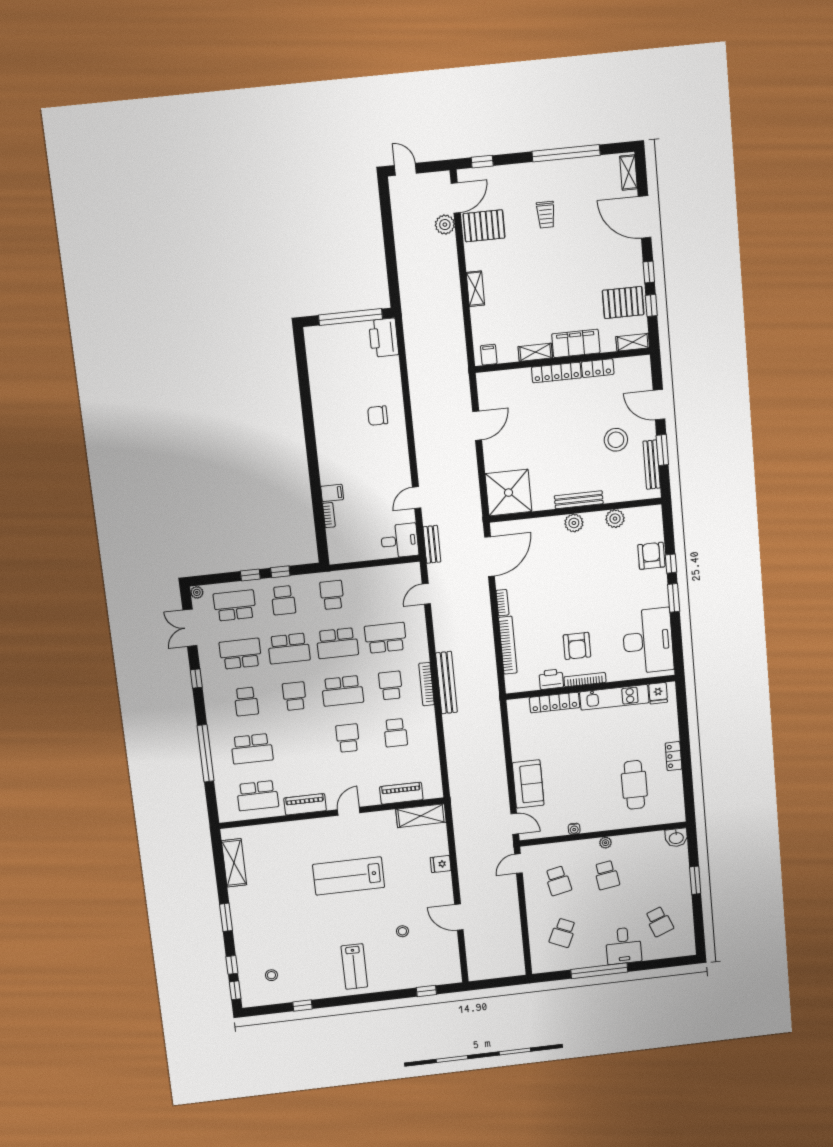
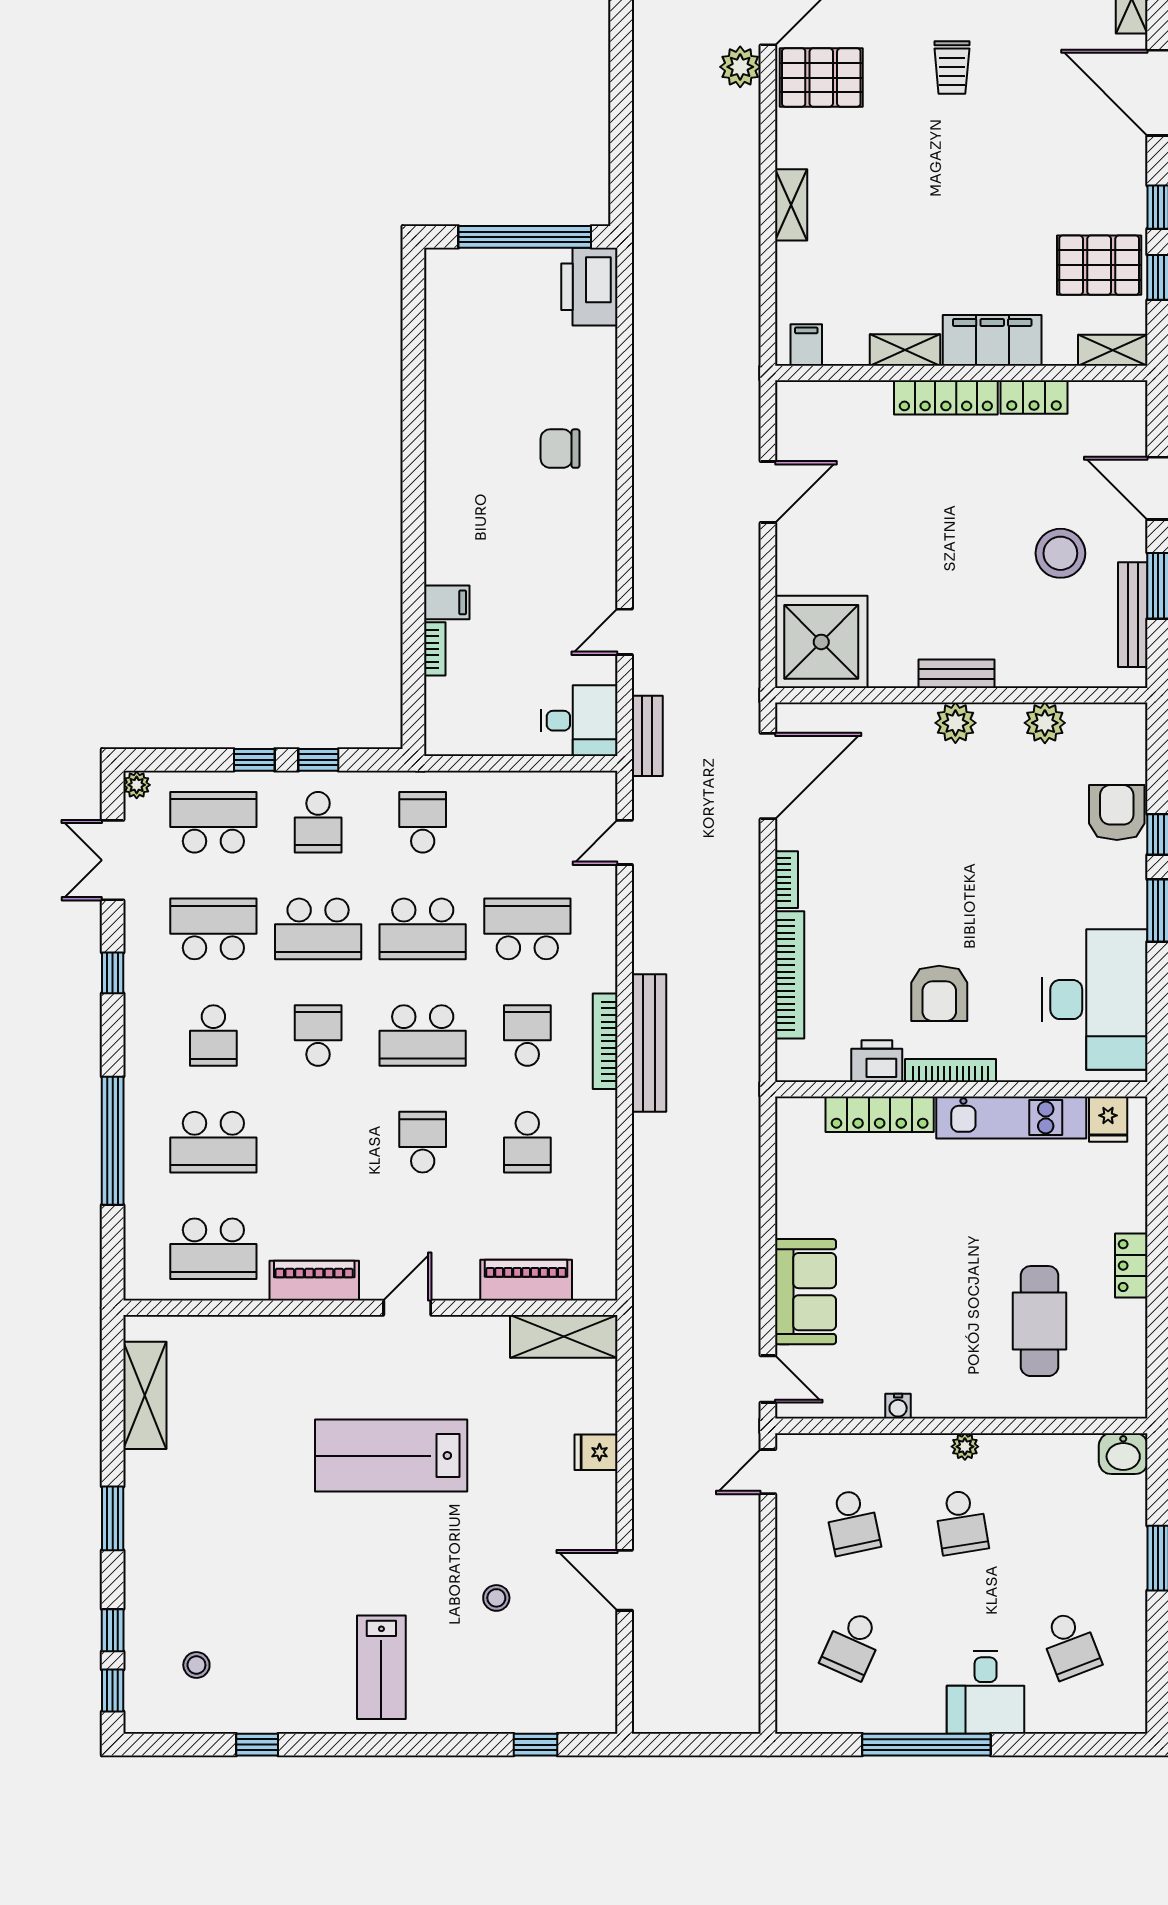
bench: (579, 500) -> (956, 674), width x0.73

